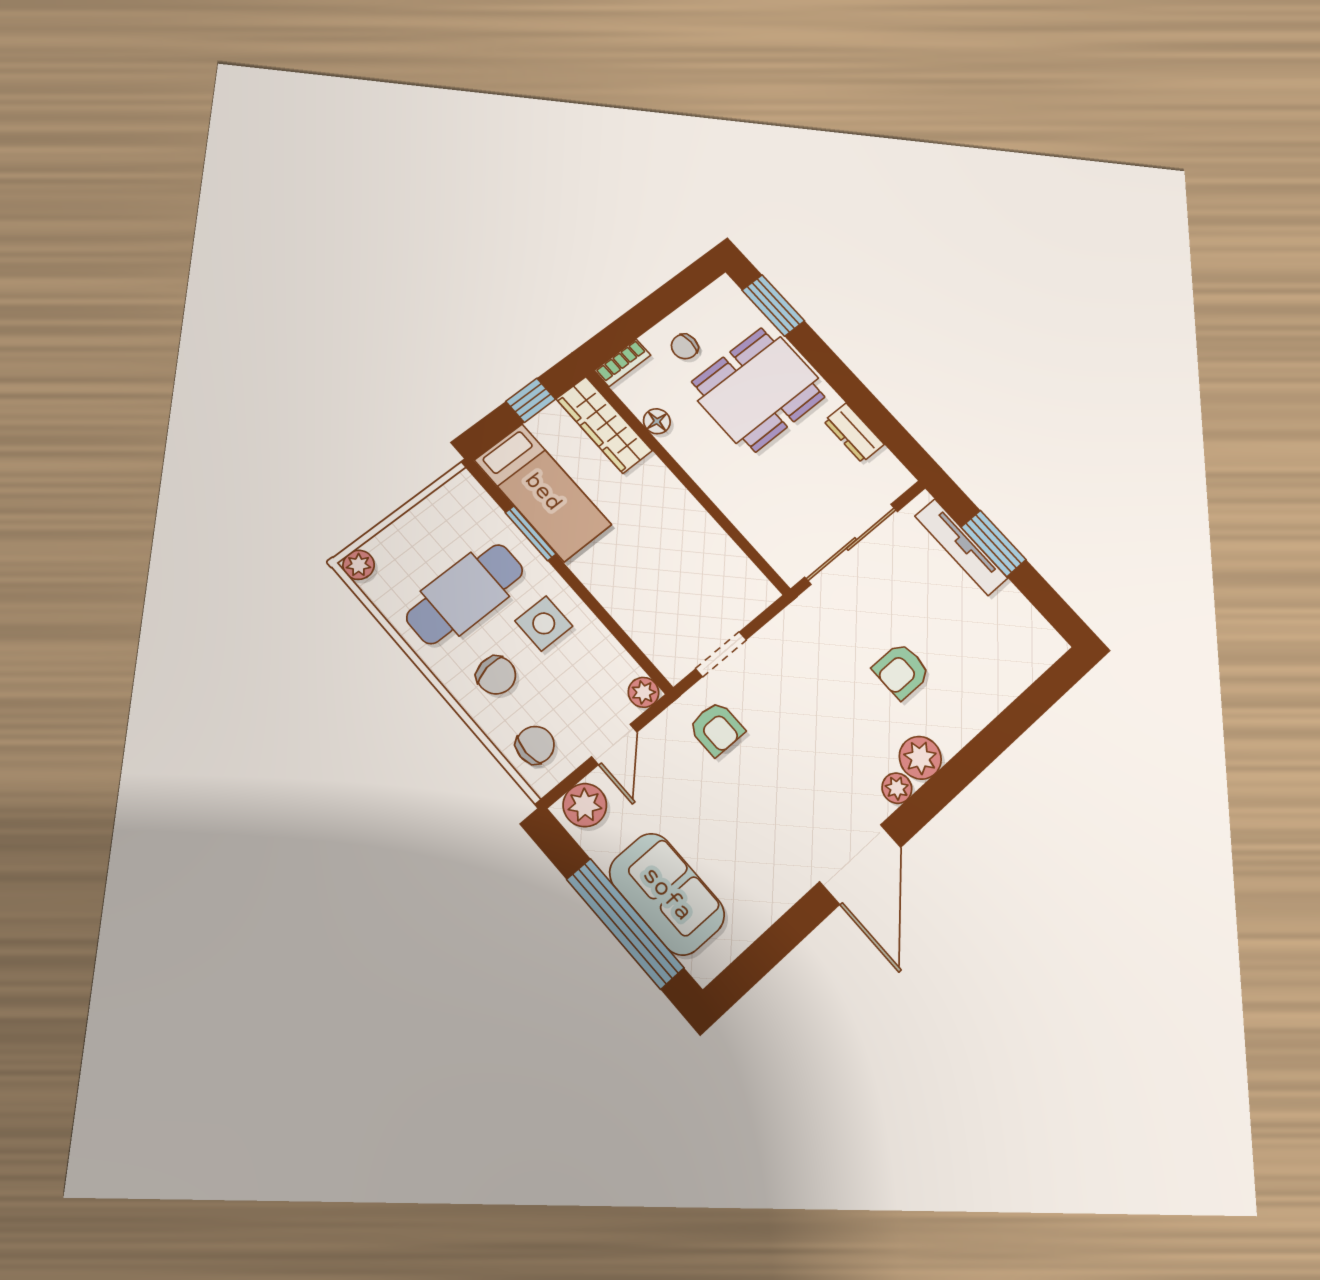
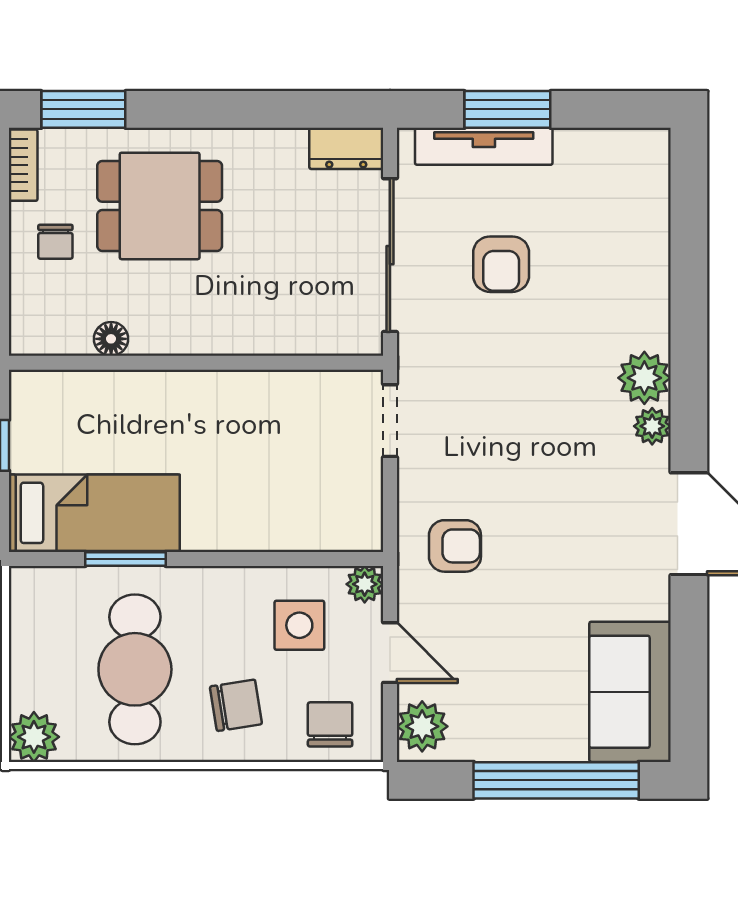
bookcase: (623, 363) -> (23, 165), moved
dining table: (758, 389) -> (160, 206), width x0.73
wardrobe: (604, 425) -> (73, 394), removed
dresser: (854, 433) -> (346, 148), moved
plant: (359, 565) -> (34, 737), width x1.38, depth x1.38
side table: (544, 623) -> (299, 625), moved
doorway: (721, 654) -> (390, 421), moved
armchair: (901, 671) -> (501, 264), moved
sofa: (667, 894) -> (630, 692), moved, turned -90

